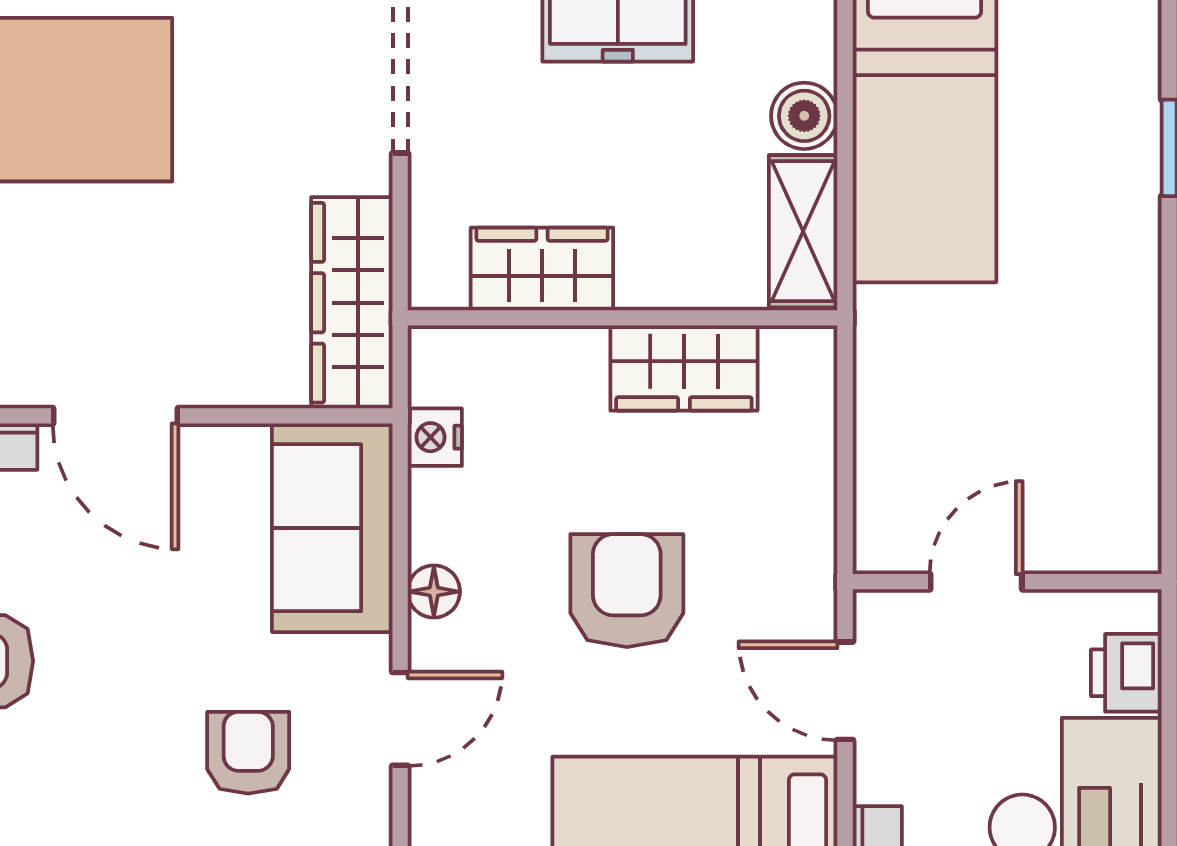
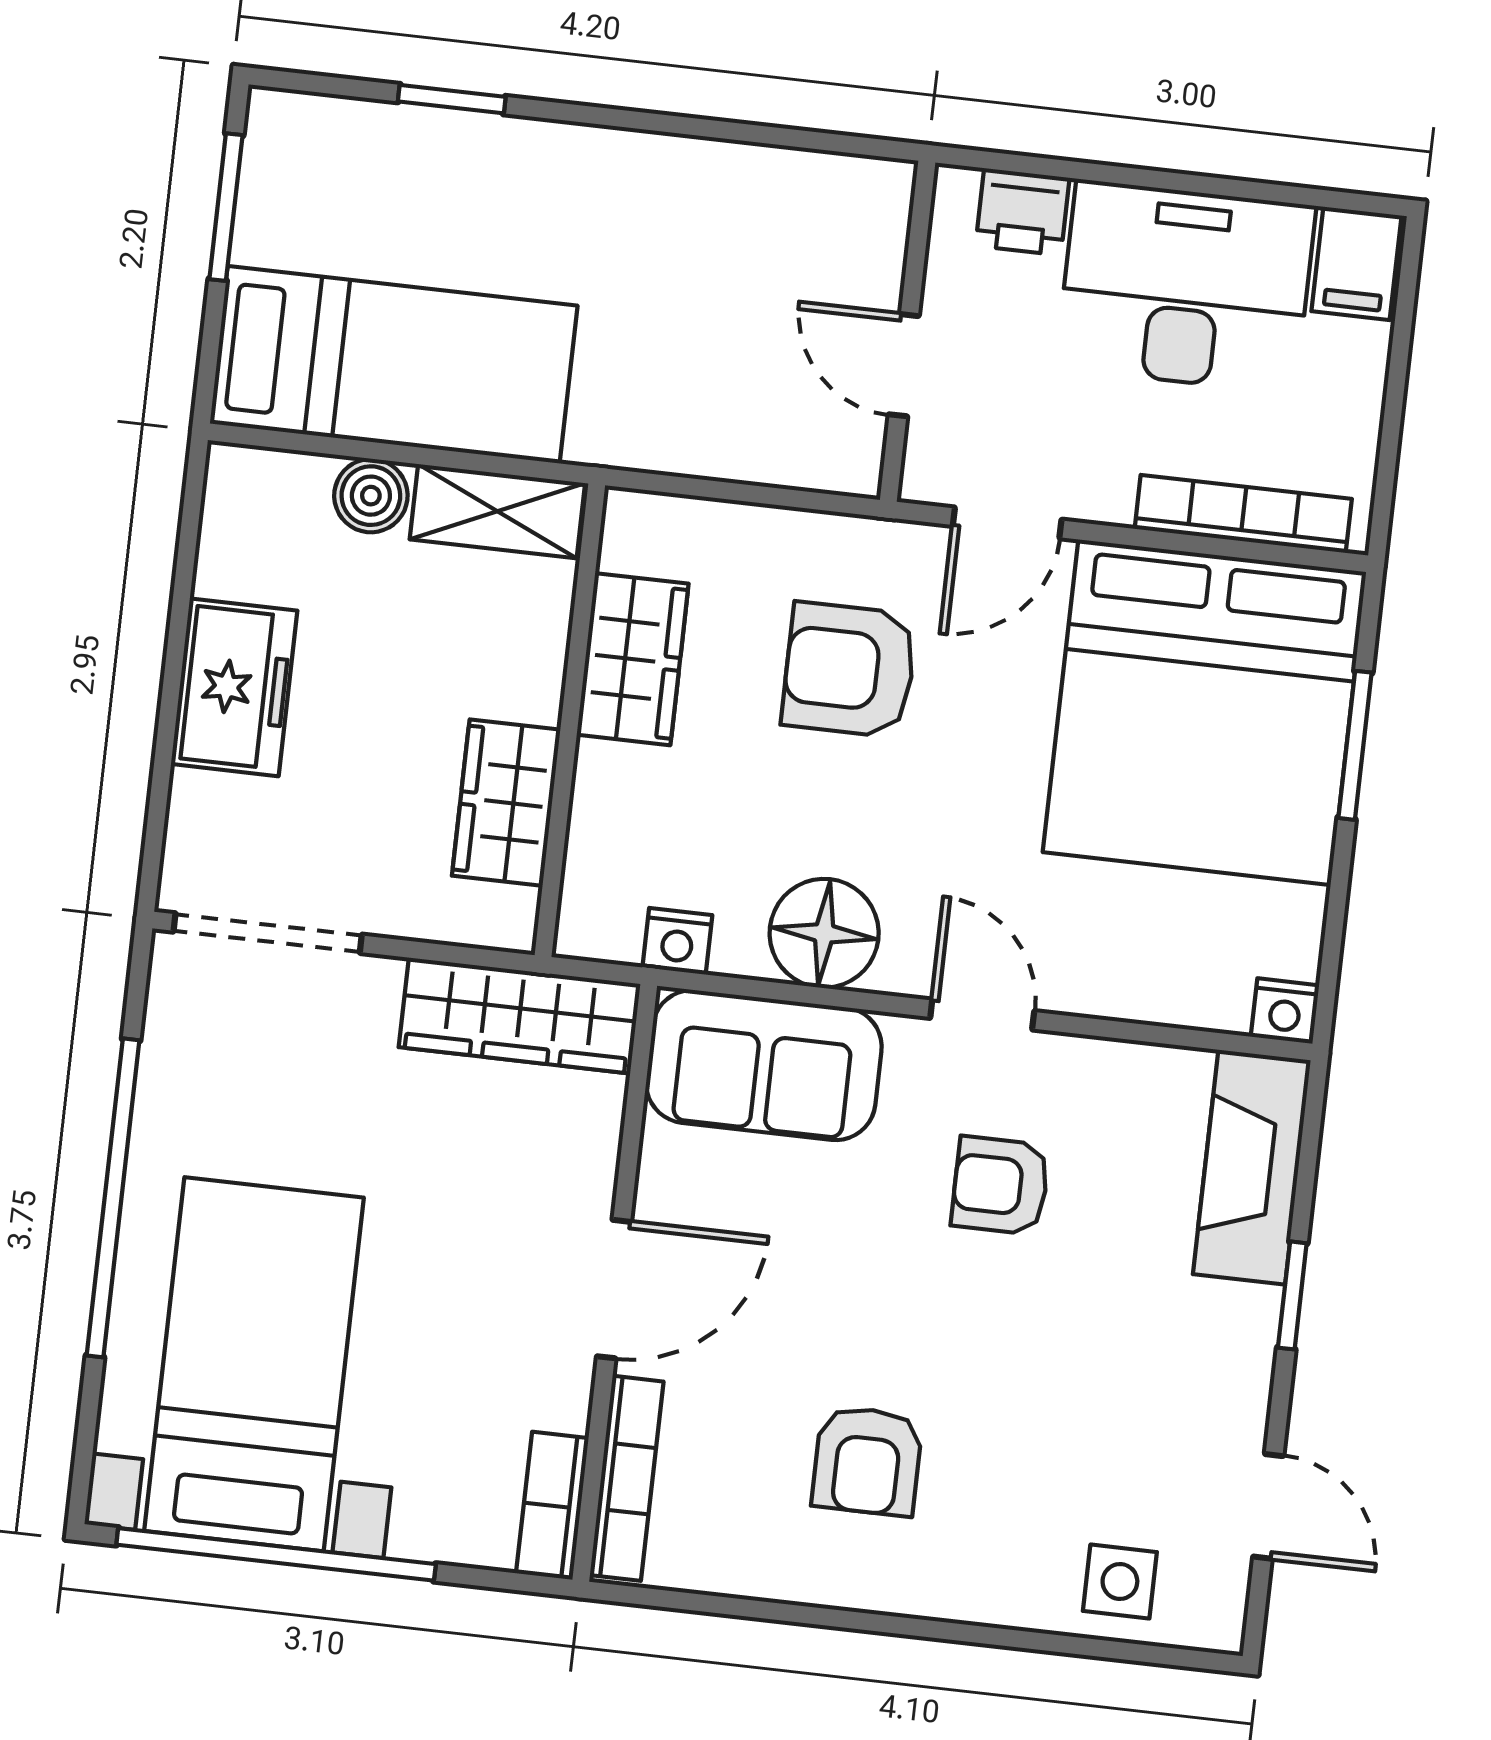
armchair: (627, 591) -> (849, 670), moved
floor lamp: (434, 592) -> (824, 933), width x1.89, depth x1.89

